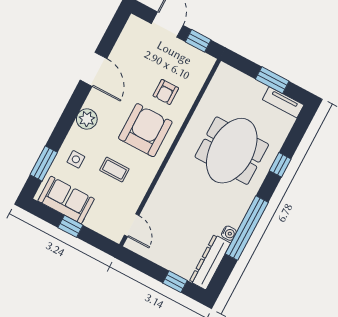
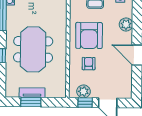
plant: (192, 57) -> (83, 91), added
tv unit: (283, 102) -> (32, 93), moved

